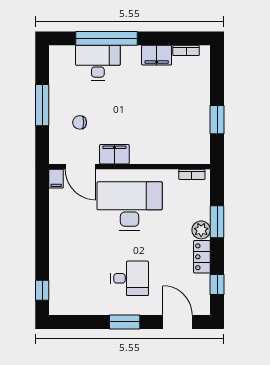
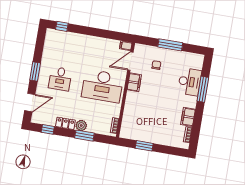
window: (107, 38) -> (203, 89), width x0.68
desk: (130, 206) -> (102, 86), turned 90

